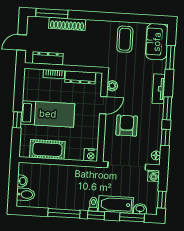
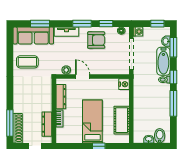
shoe rack: (67, 24) -> (18, 128), moved
sofa: (157, 42) -> (33, 36), width x1.36
armchair: (127, 126) -> (96, 40), moved, turned 180

